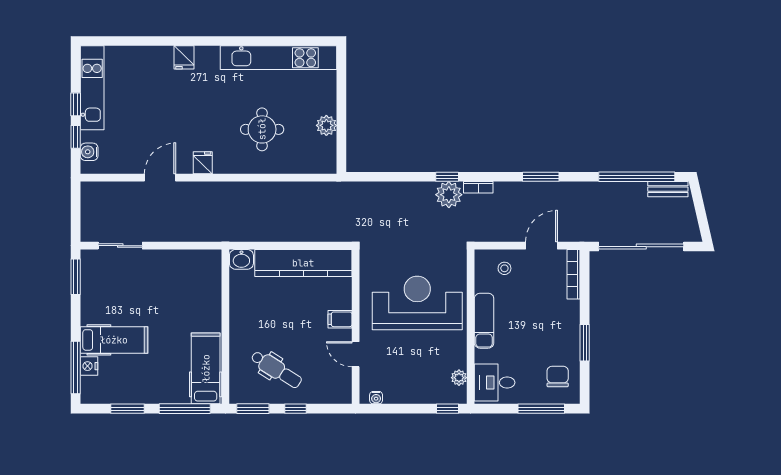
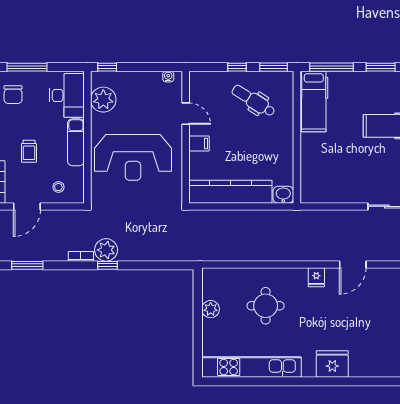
fridge: (184, 57) -> (332, 364), width x1.88, depth x1.34
trolley: (539, 310) -> (29, 151), added
plant: (459, 378) -> (103, 100), width x1.88, depth x1.88
desk: (495, 383) -> (67, 95), width x1.37

